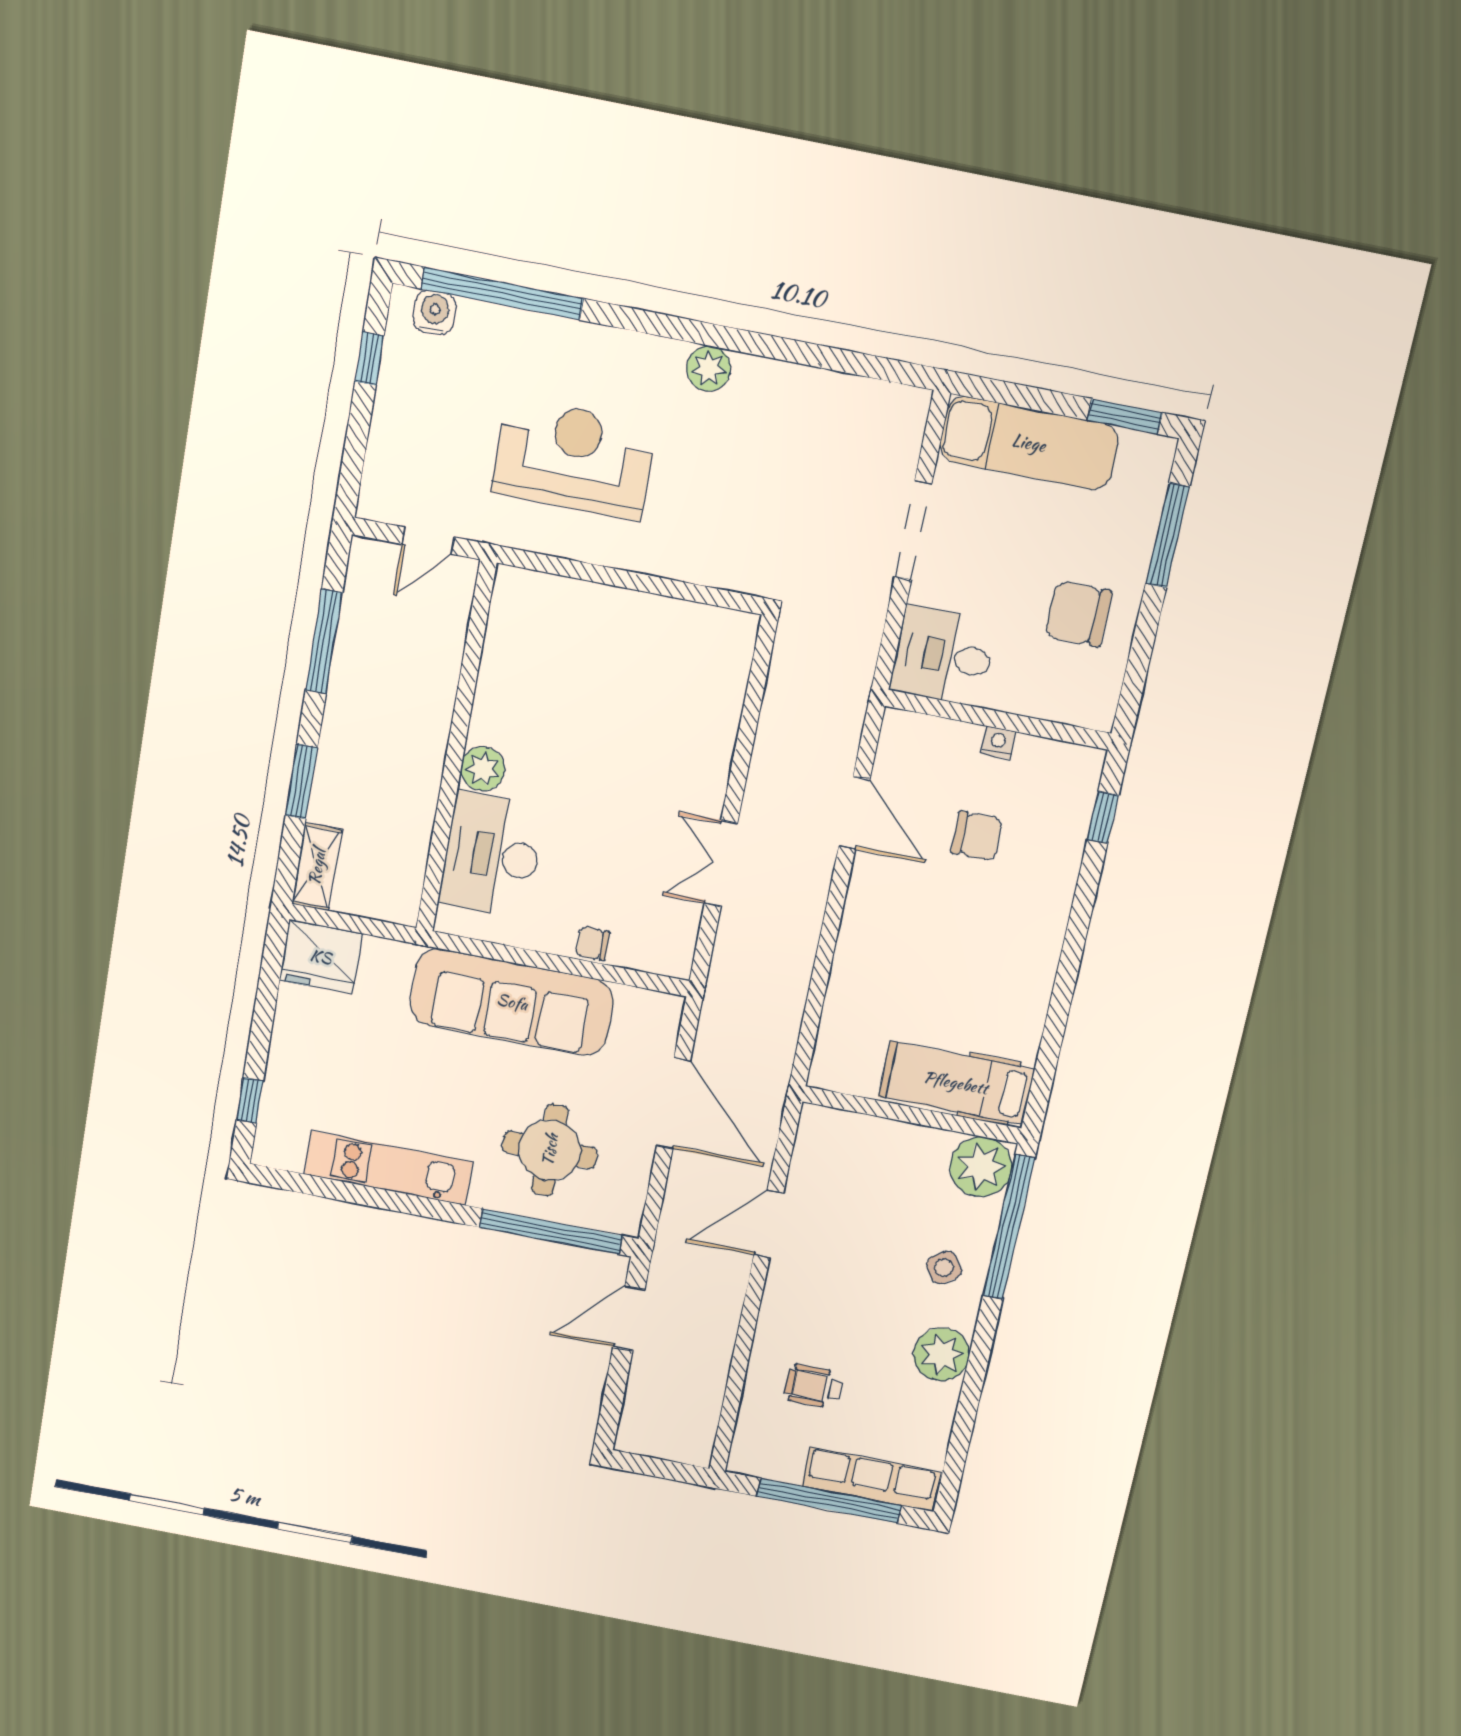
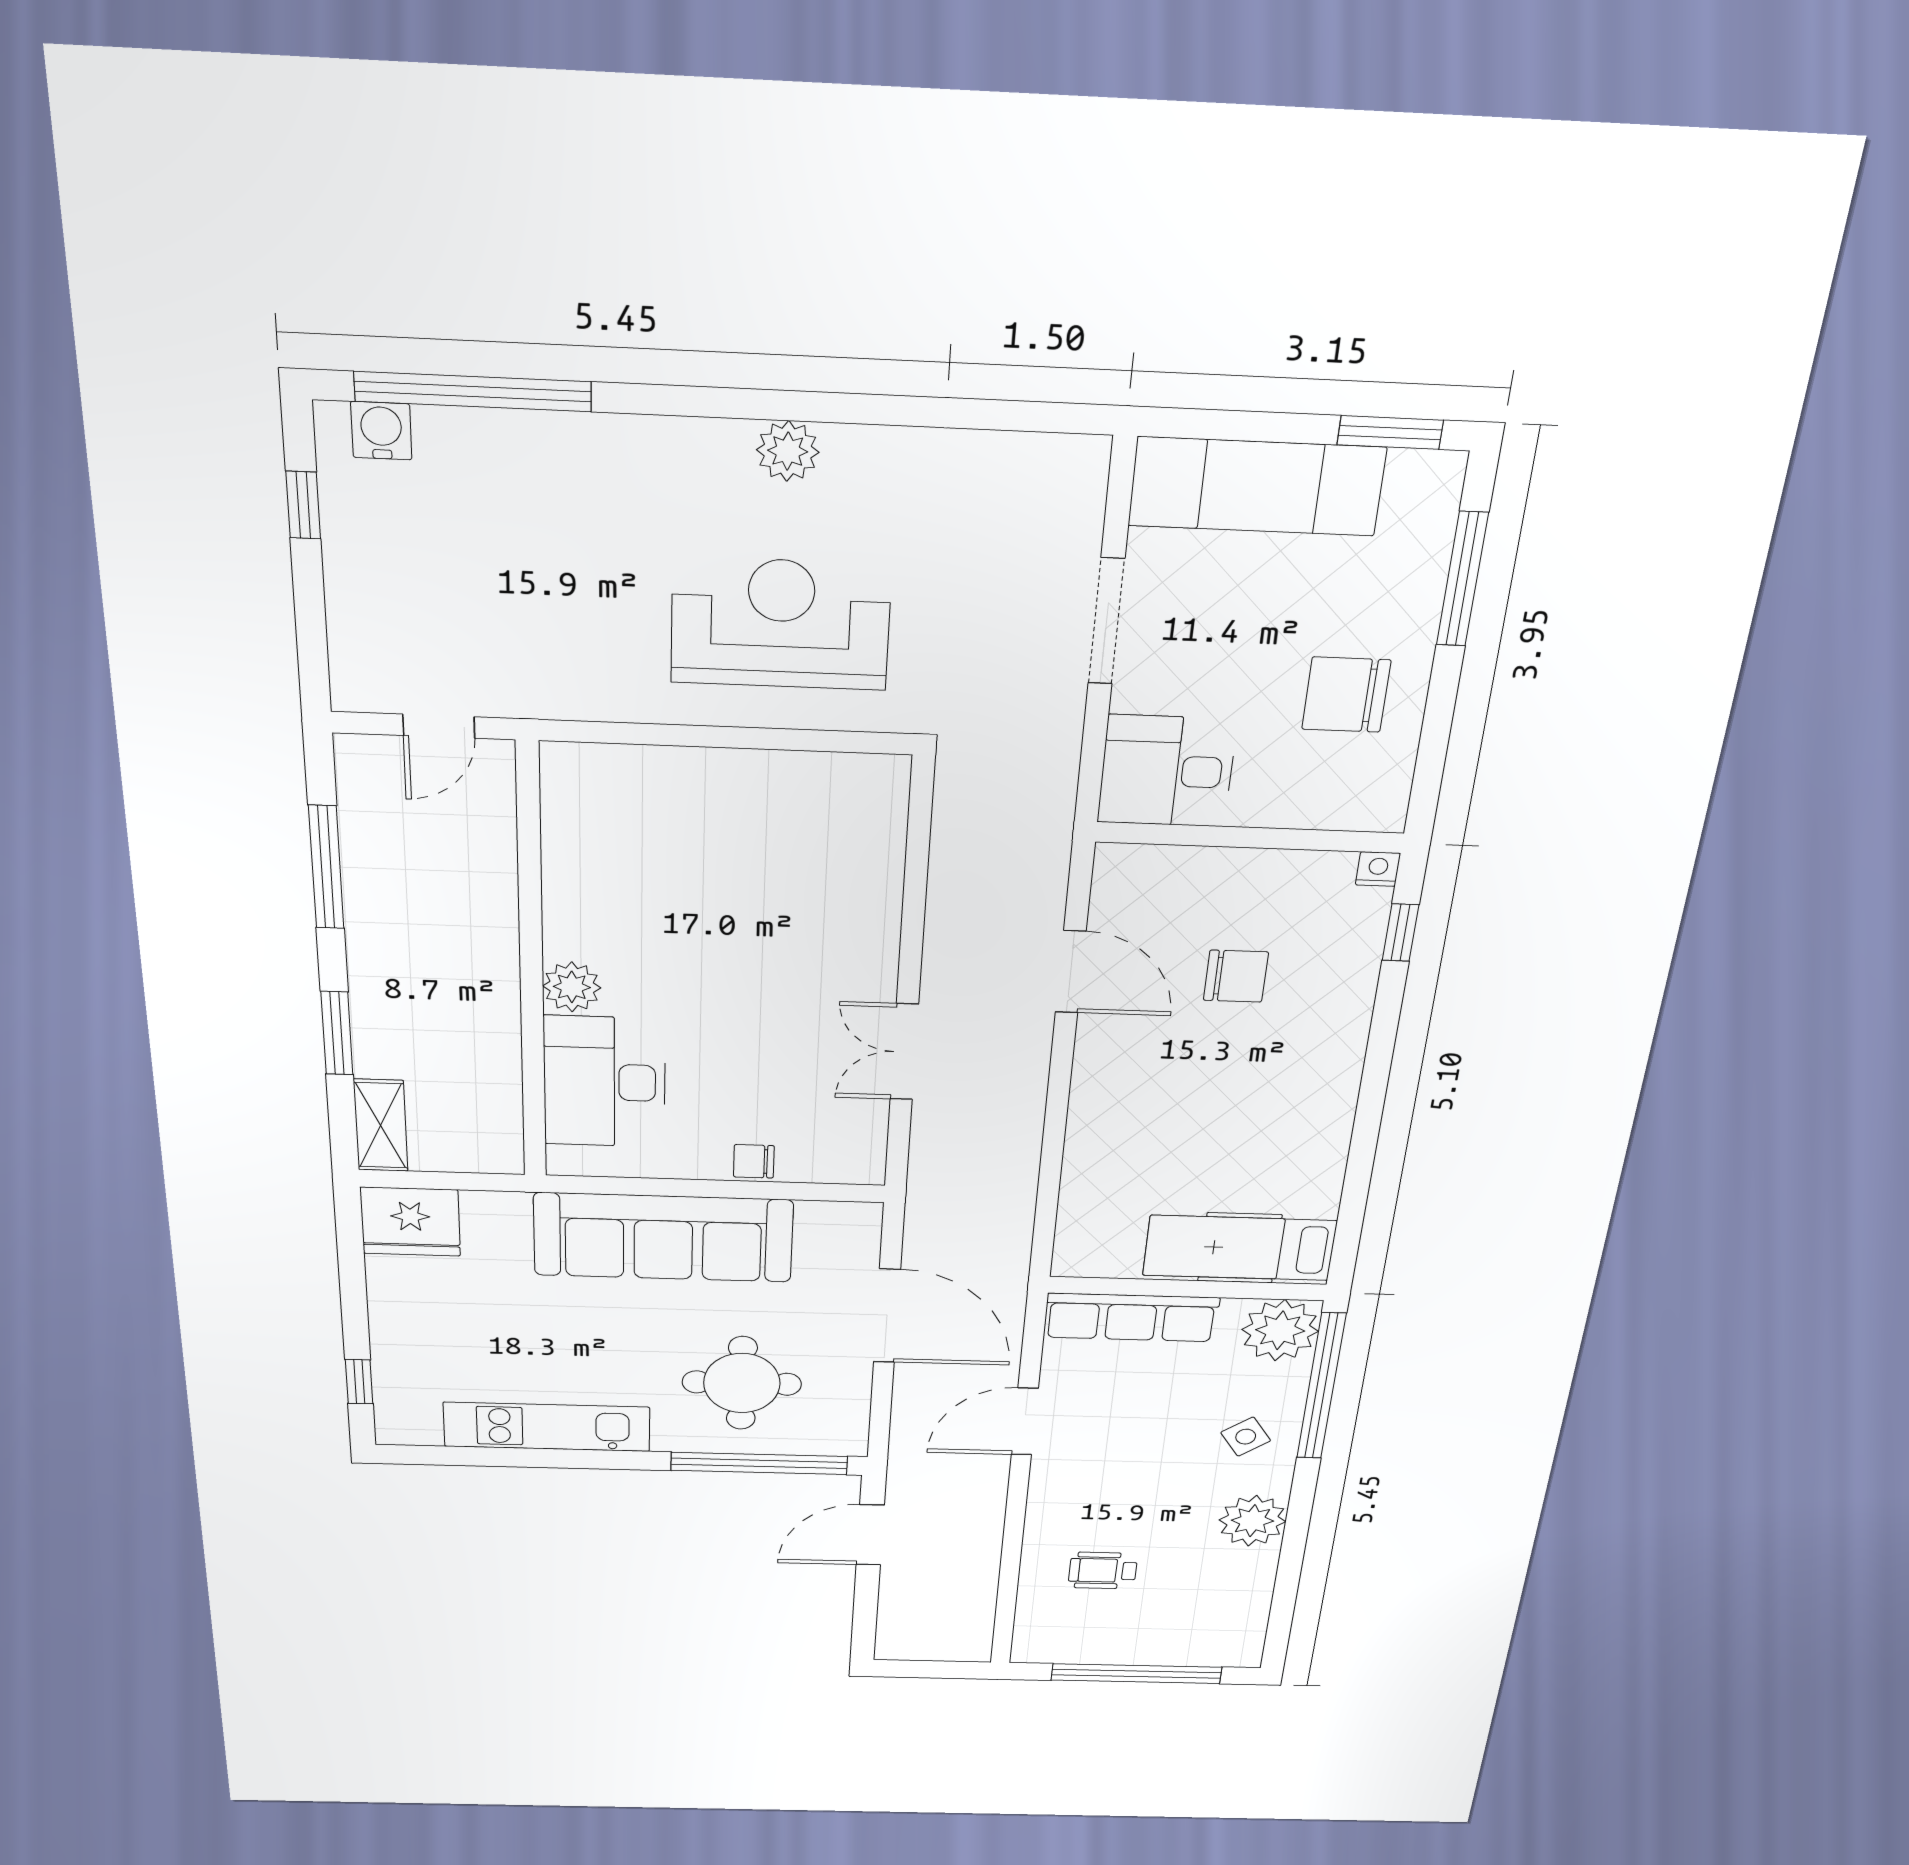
reception desk: (574, 459) -> (780, 624), moved
nightstand: (998, 743) -> (1378, 869), moved
row of seats: (871, 1479) -> (1131, 1317), moved, turned 180

